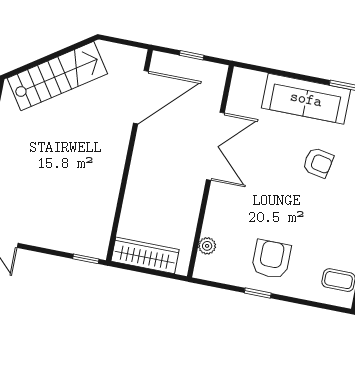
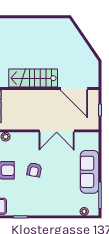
stairs: (57, 76) -> (33, 78), moved, turned 124
armchair: (318, 163) -> (34, 170), moved

